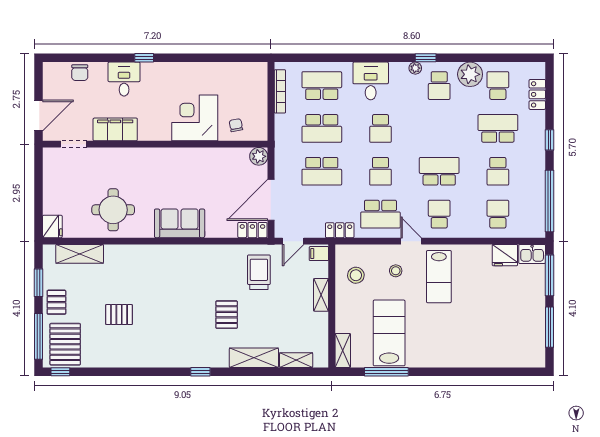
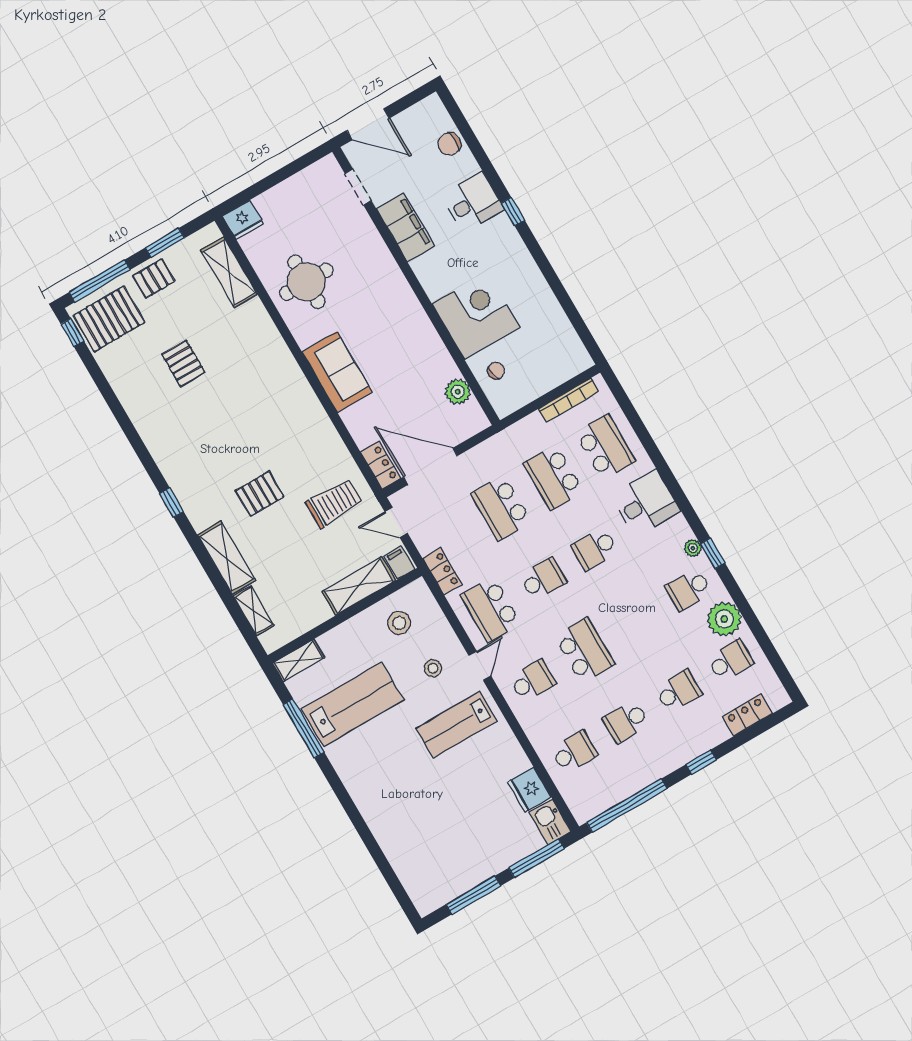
school desk: (498, 128) -> (678, 691), width x0.54
plant: (259, 156) -> (458, 392), moved
school desk: (380, 171) -> (543, 579), turned 180
shelving: (321, 295) -> (359, 586), width x1.50, depth x1.33

